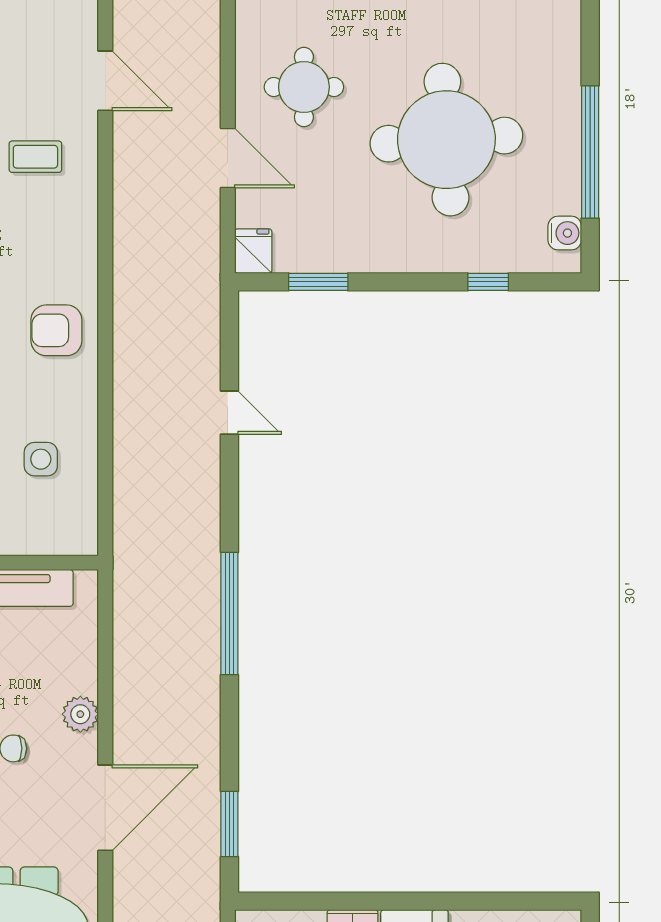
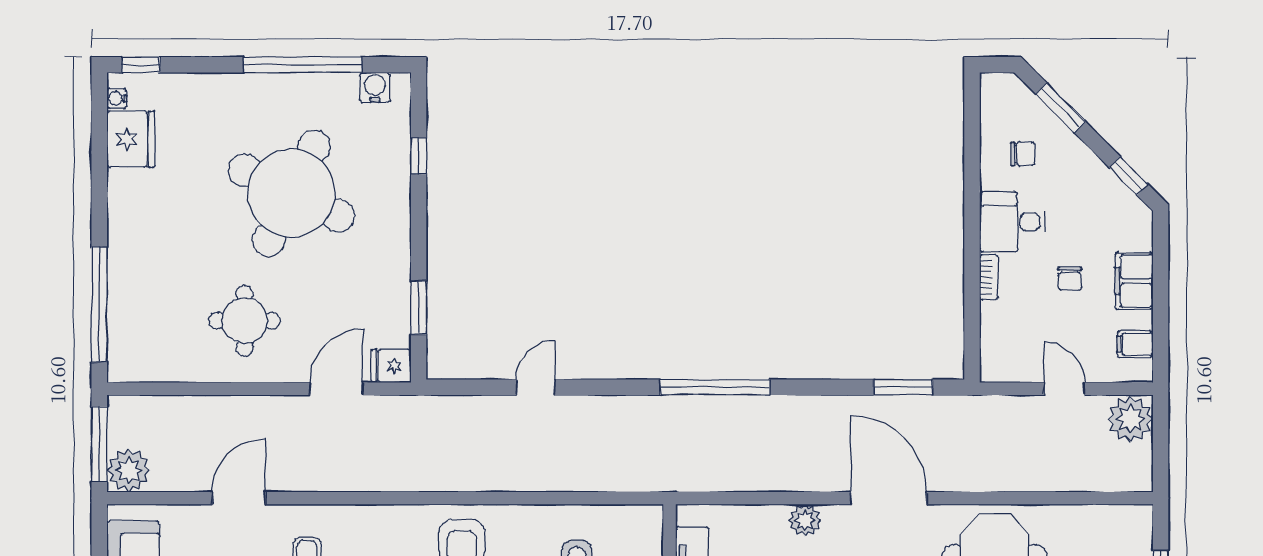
round table: (446, 140) -> (291, 193), turned 30
door: (228, 158) -> (336, 389), moved

